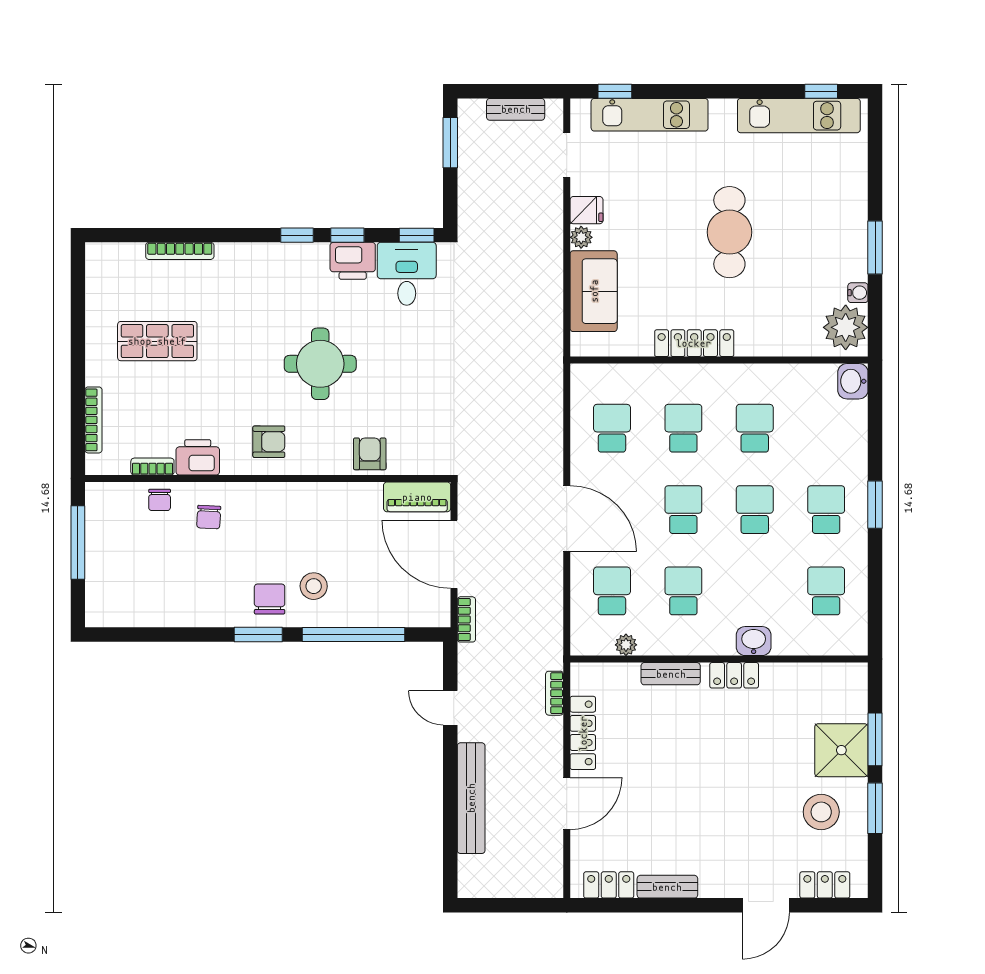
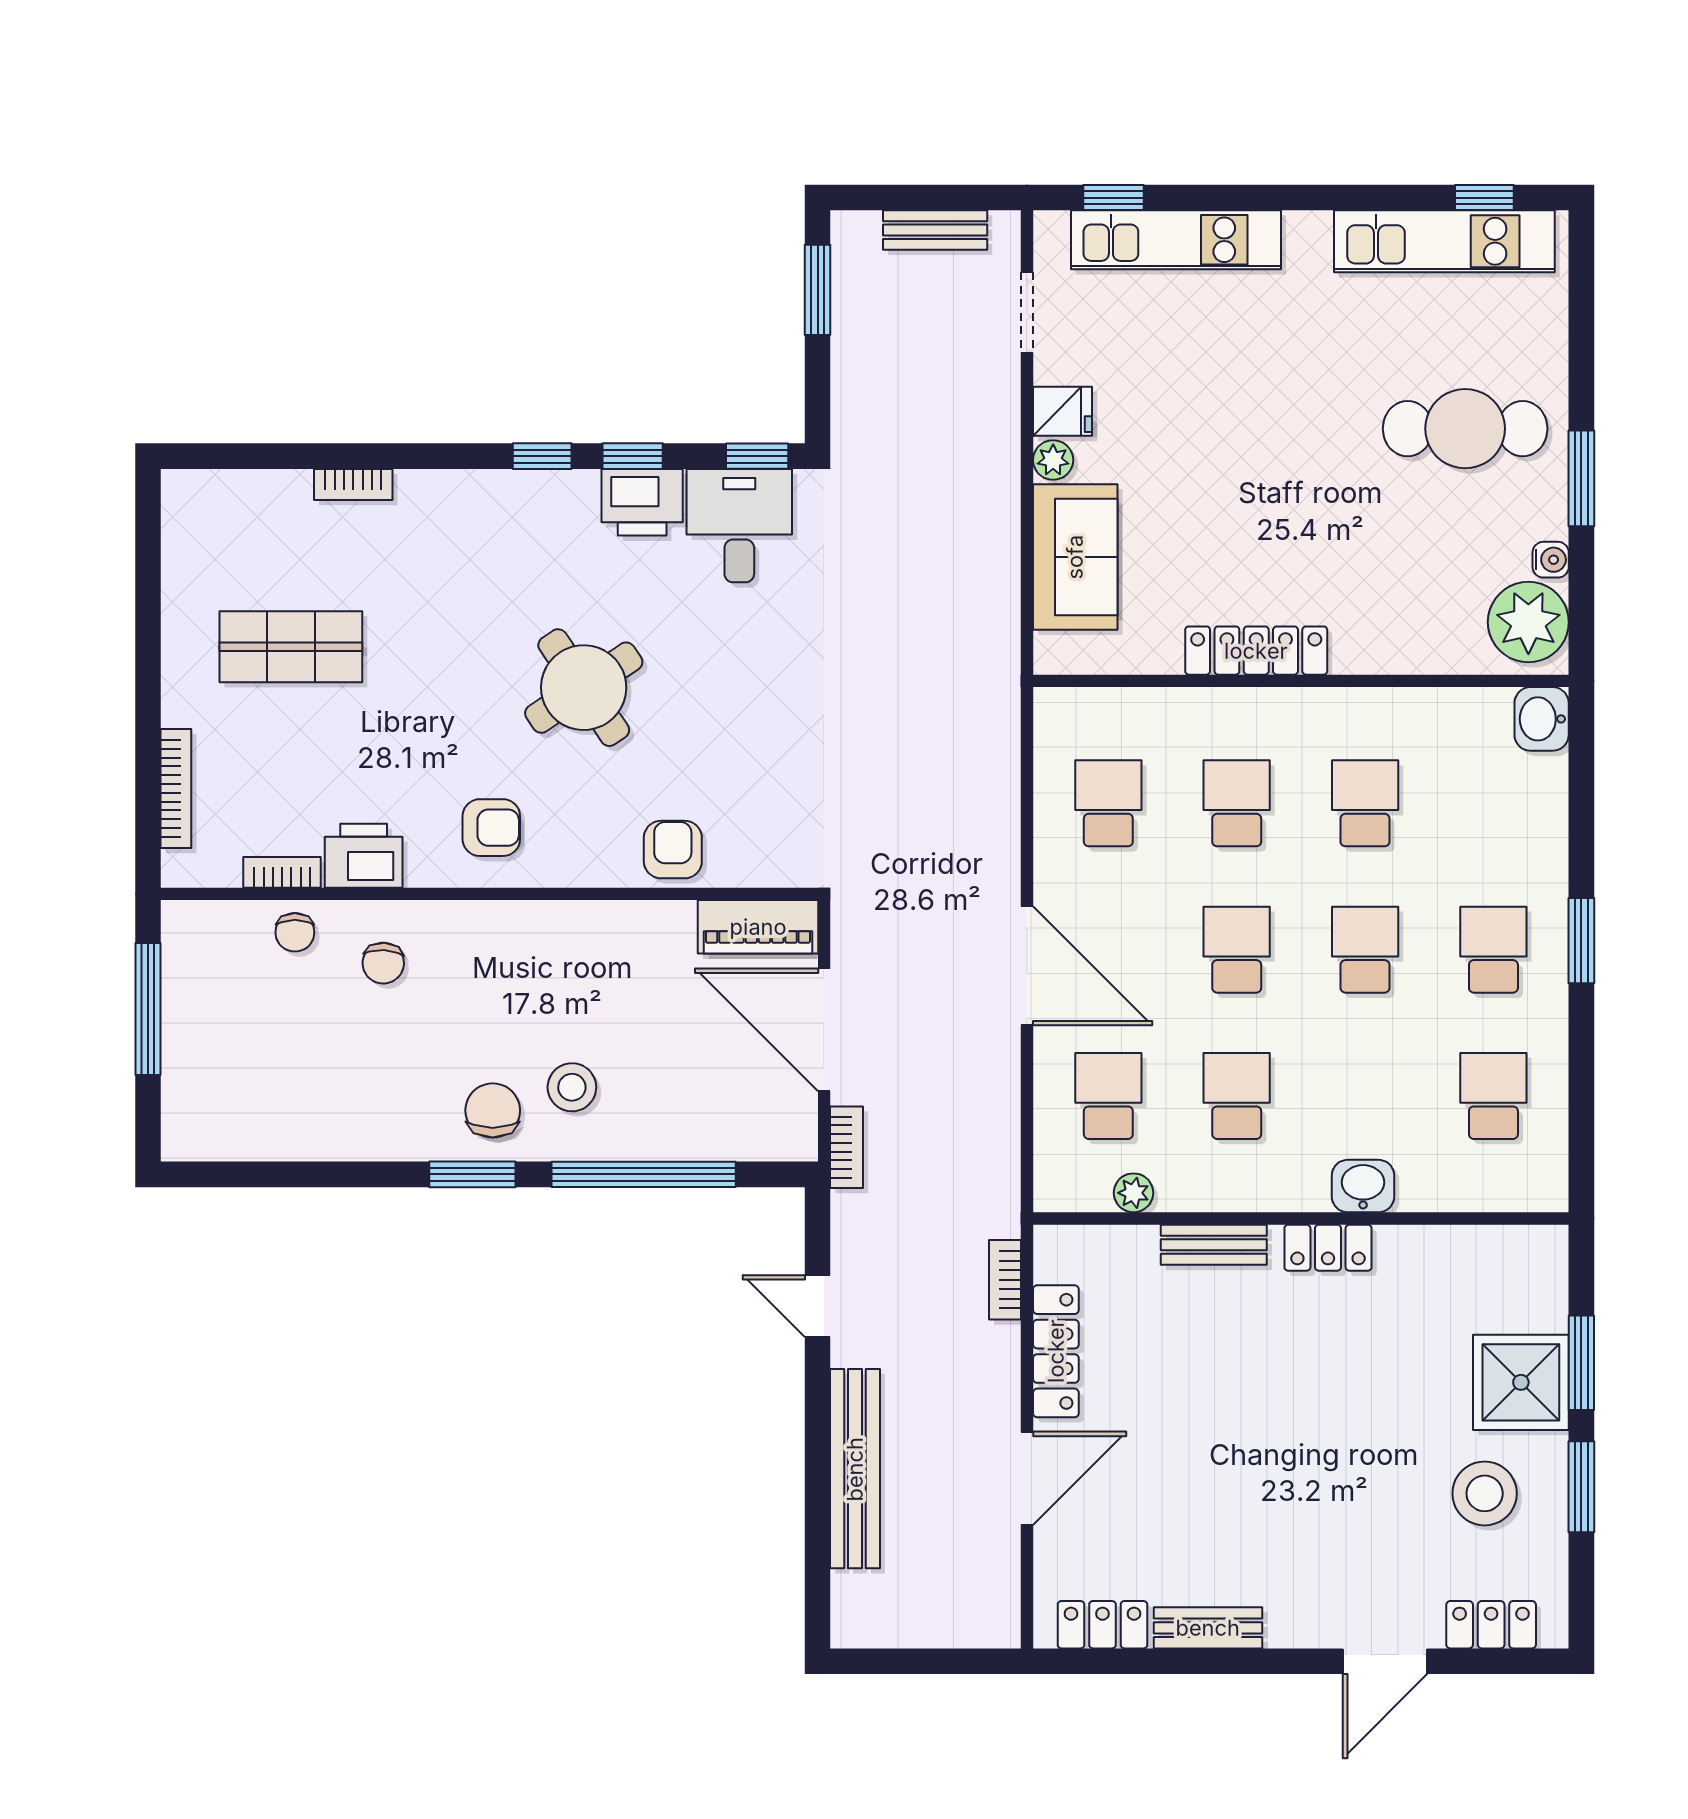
cafe table: (729, 232) -> (1465, 429), moved, turned 90
bookcase: (180, 251) -> (353, 484), width x0.64
round table: (320, 364) -> (584, 688), turned -34

